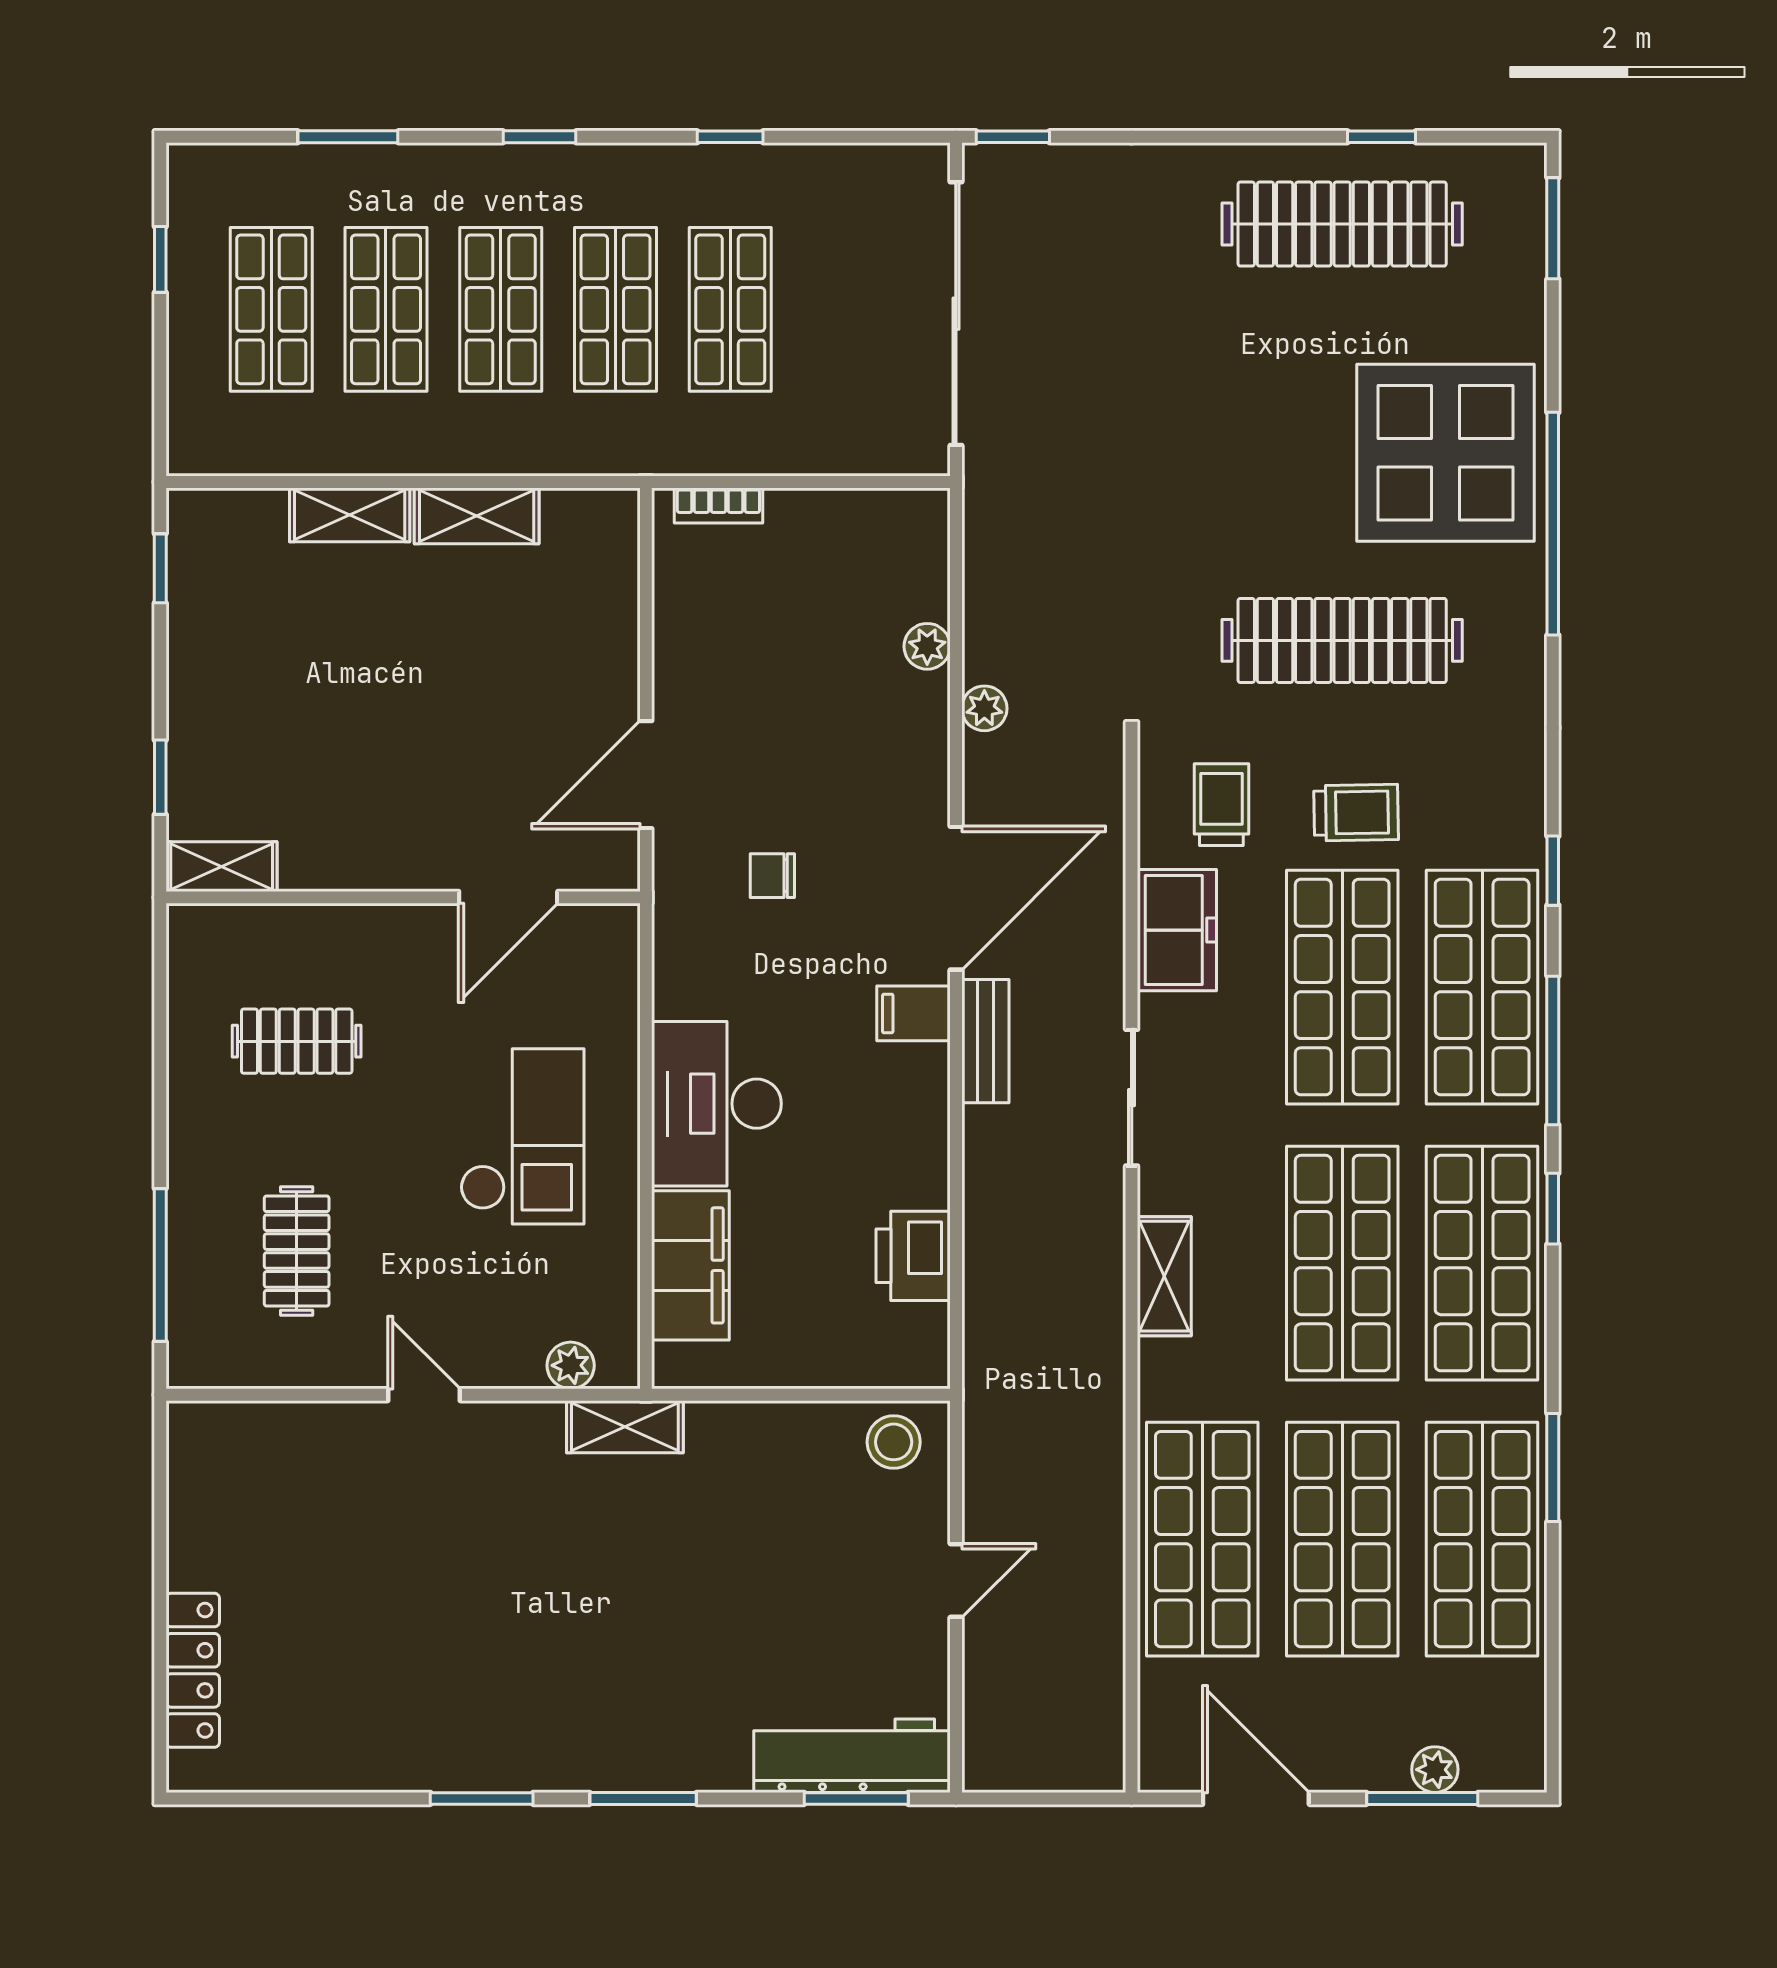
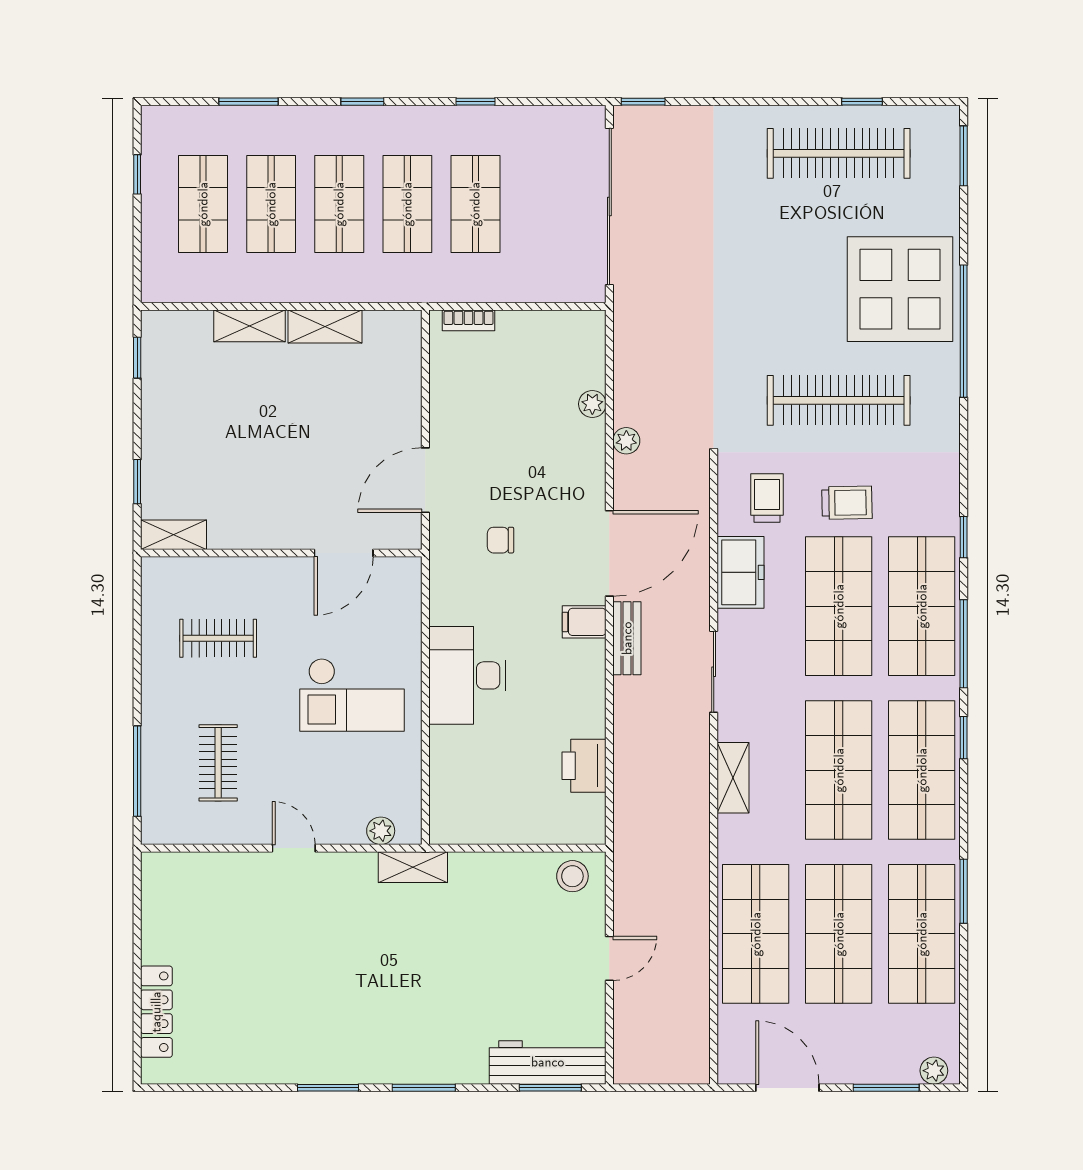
checkout: (522, 1136) -> (352, 695), turned 90
filing cabinet: (690, 1265) -> (452, 771), removed
plant: (1435, 1770) -> (934, 1071), moved

